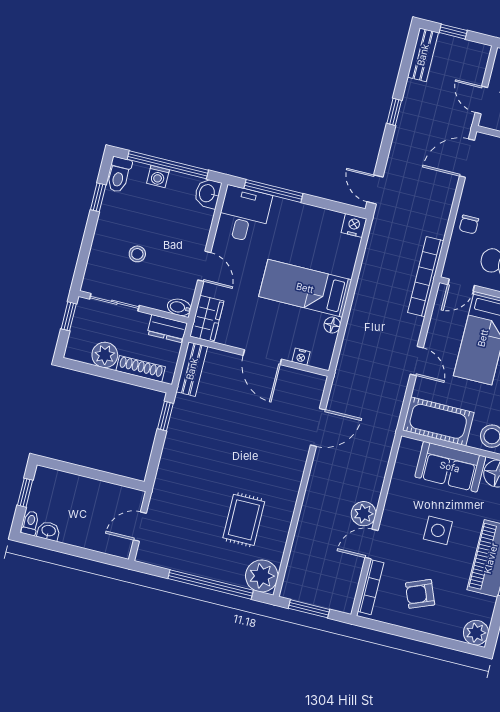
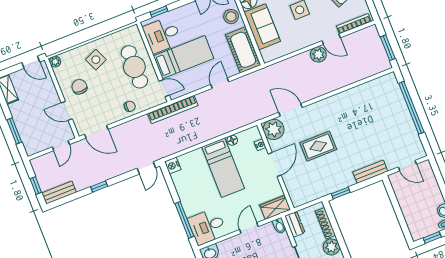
bench: (192, 369) -> (370, 172), moved
rug: (244, 520) -> (318, 146), moved
plant: (262, 576) -> (274, 129), moved

